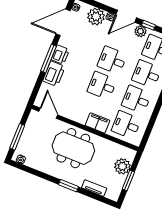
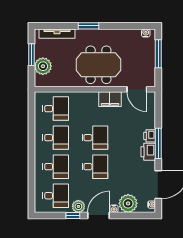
printer: (54, 74) -> (150, 136), width x0.53, depth x0.68
filing cabinet: (98, 123) -> (110, 99), moved
tv unit: (94, 188) -> (57, 34), width x1.41

